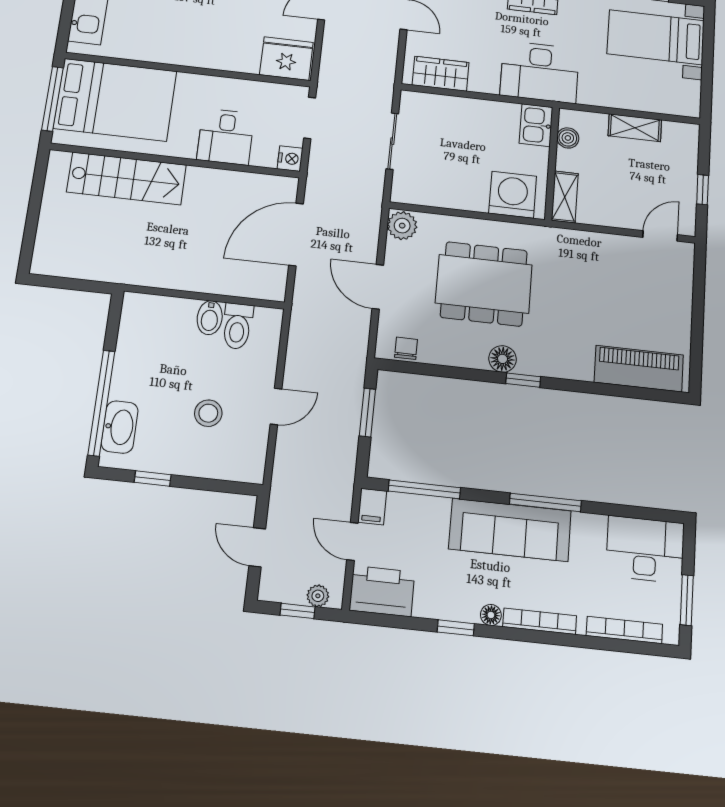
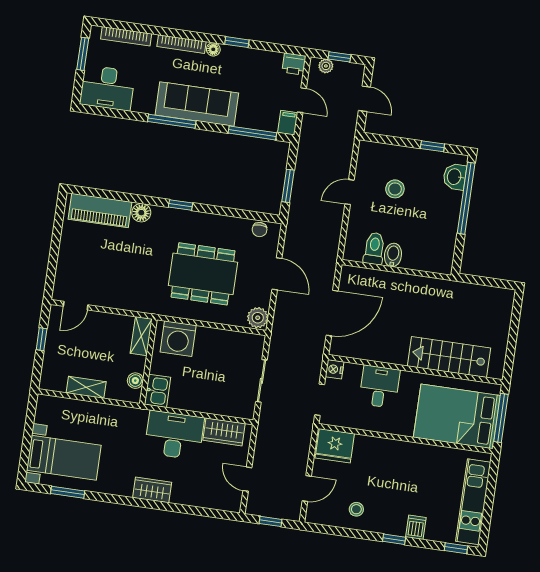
desk: (540, 72) -> (174, 435), moved
floor lamp: (503, 359) -> (141, 213), moved
washbasin: (120, 427) -> (455, 177), width x0.72
printer: (382, 591) -> (294, 64), width x0.53, depth x0.68

